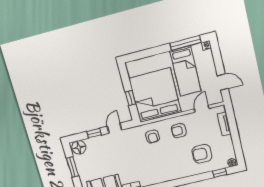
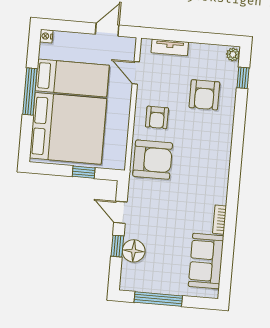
window: (185, 43) -> (30, 92), moved
bed: (155, 95) -> (68, 128), moved, turned 180
armchair: (153, 136) -> (153, 160), width x1.88, depth x1.88
floor lamp: (79, 147) -> (134, 251), moved
window: (73, 167) -> (158, 299), width x1.44

